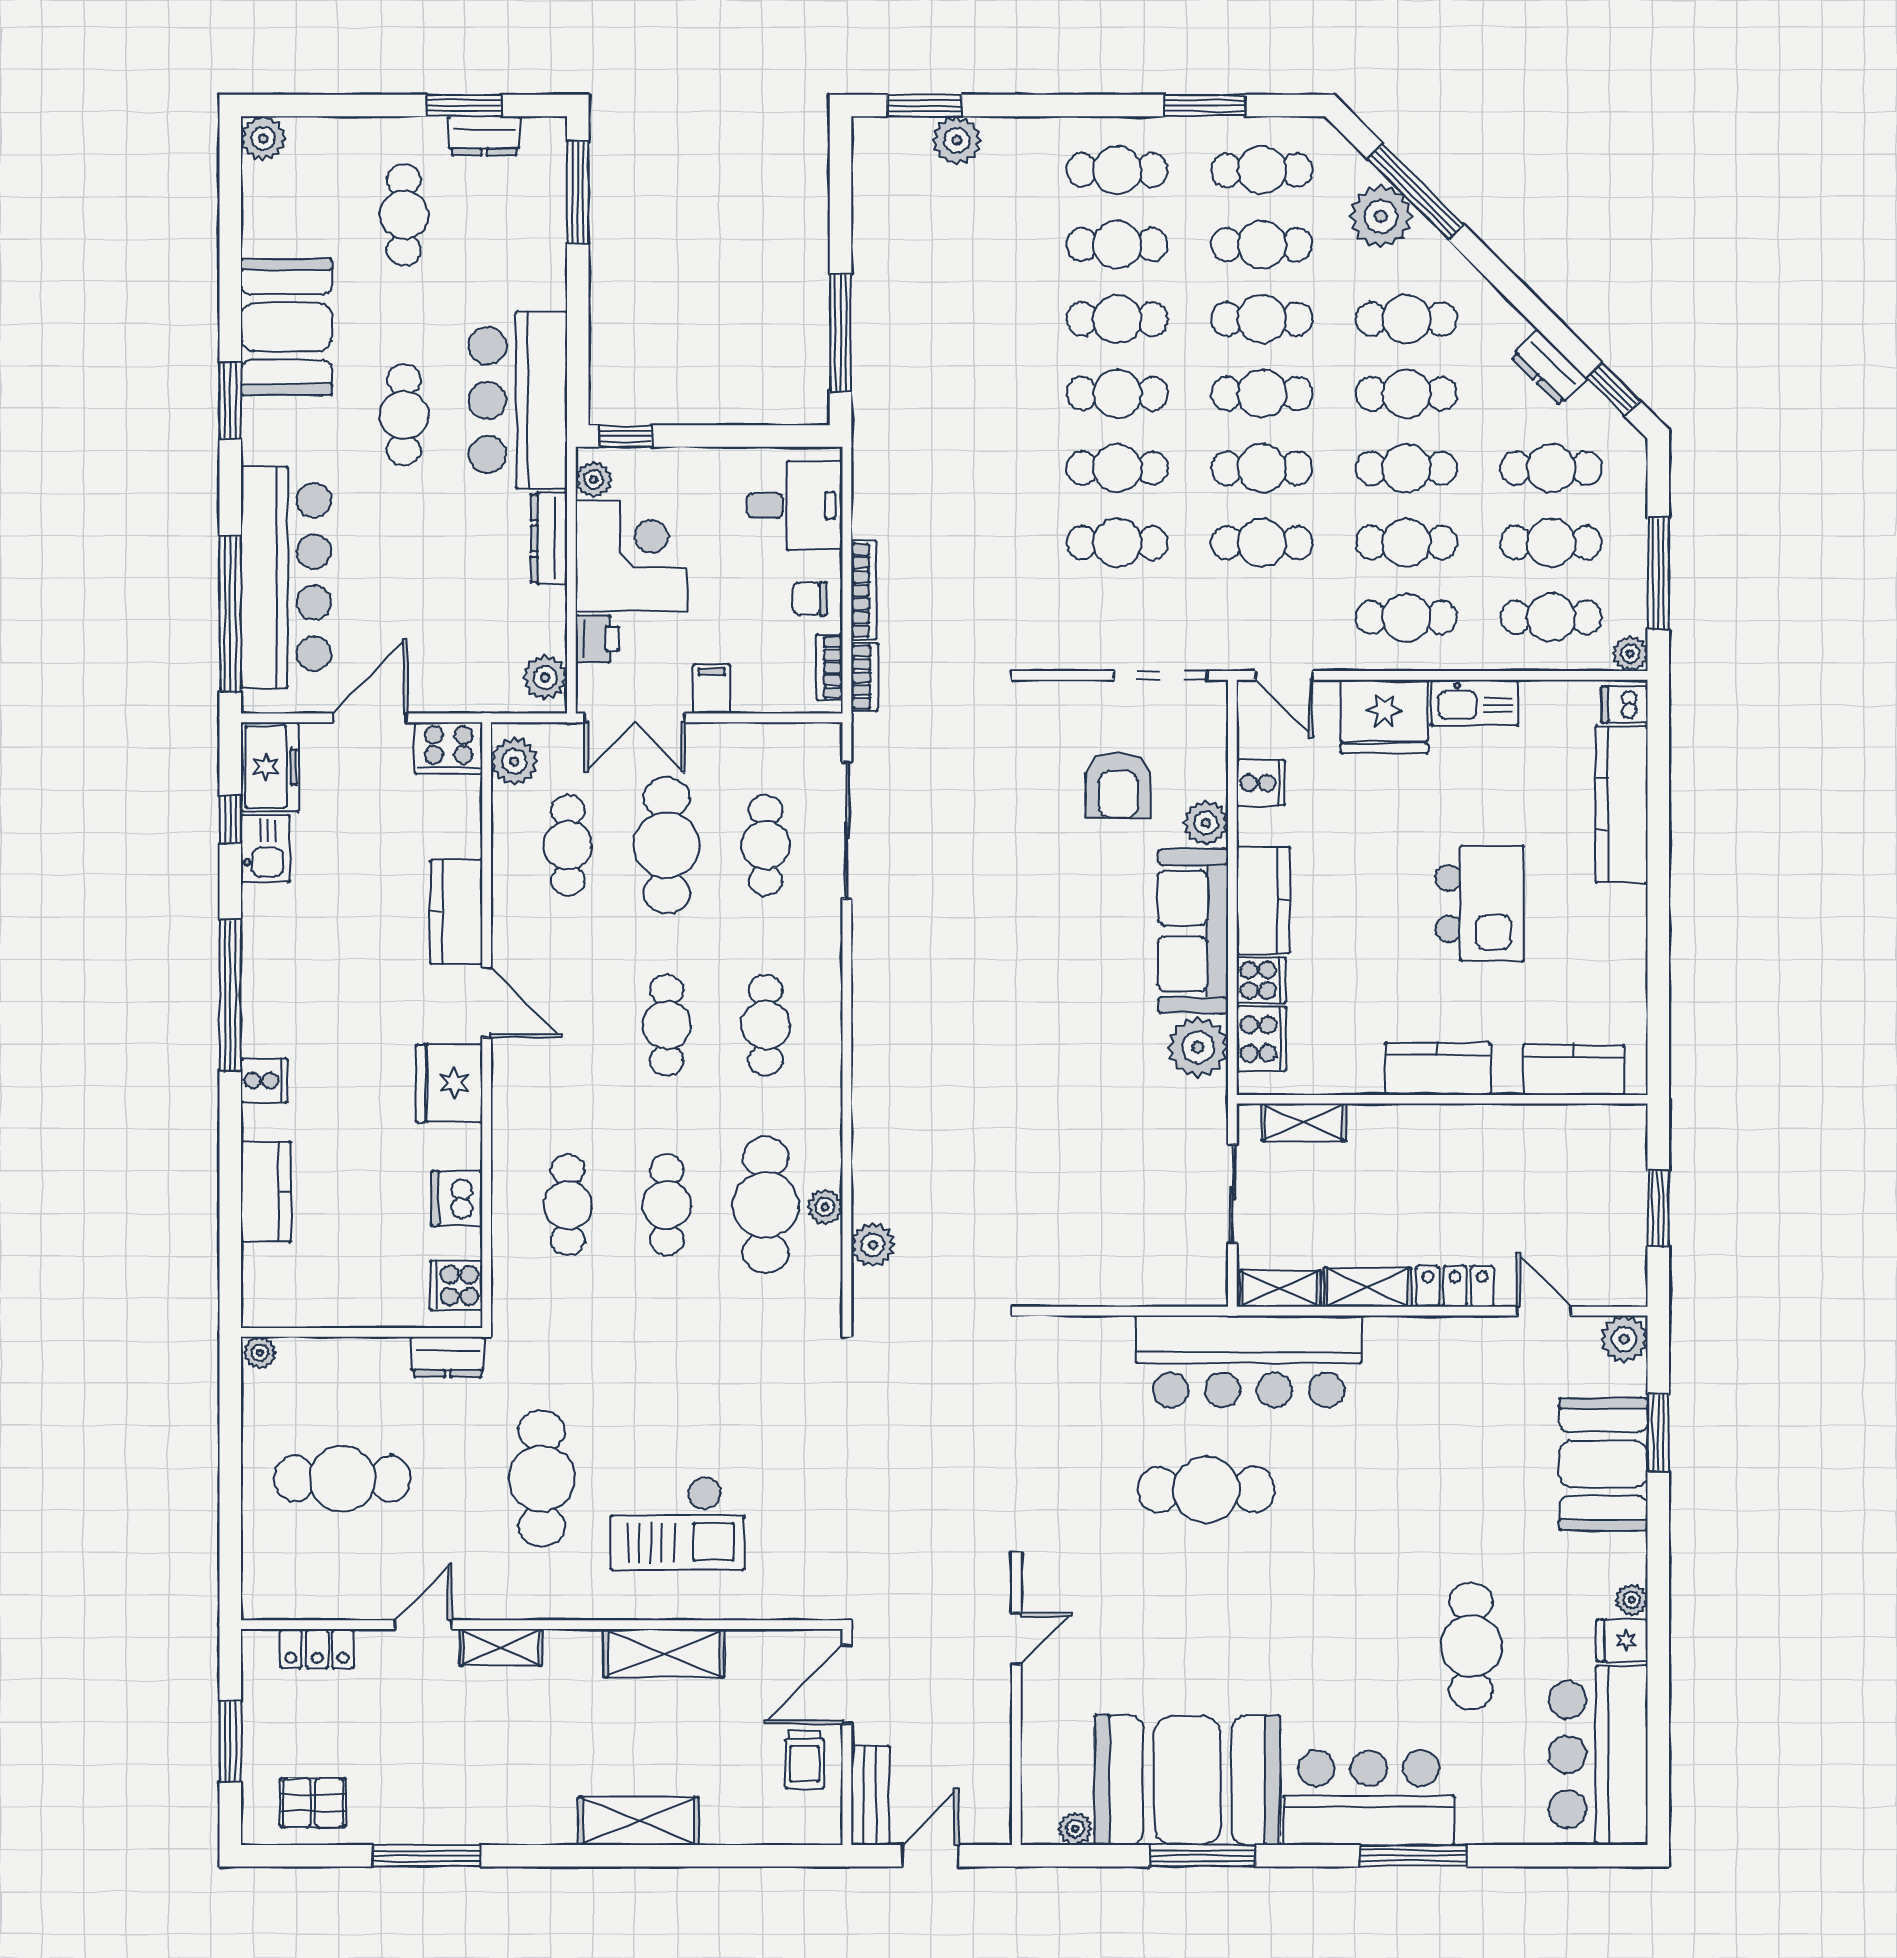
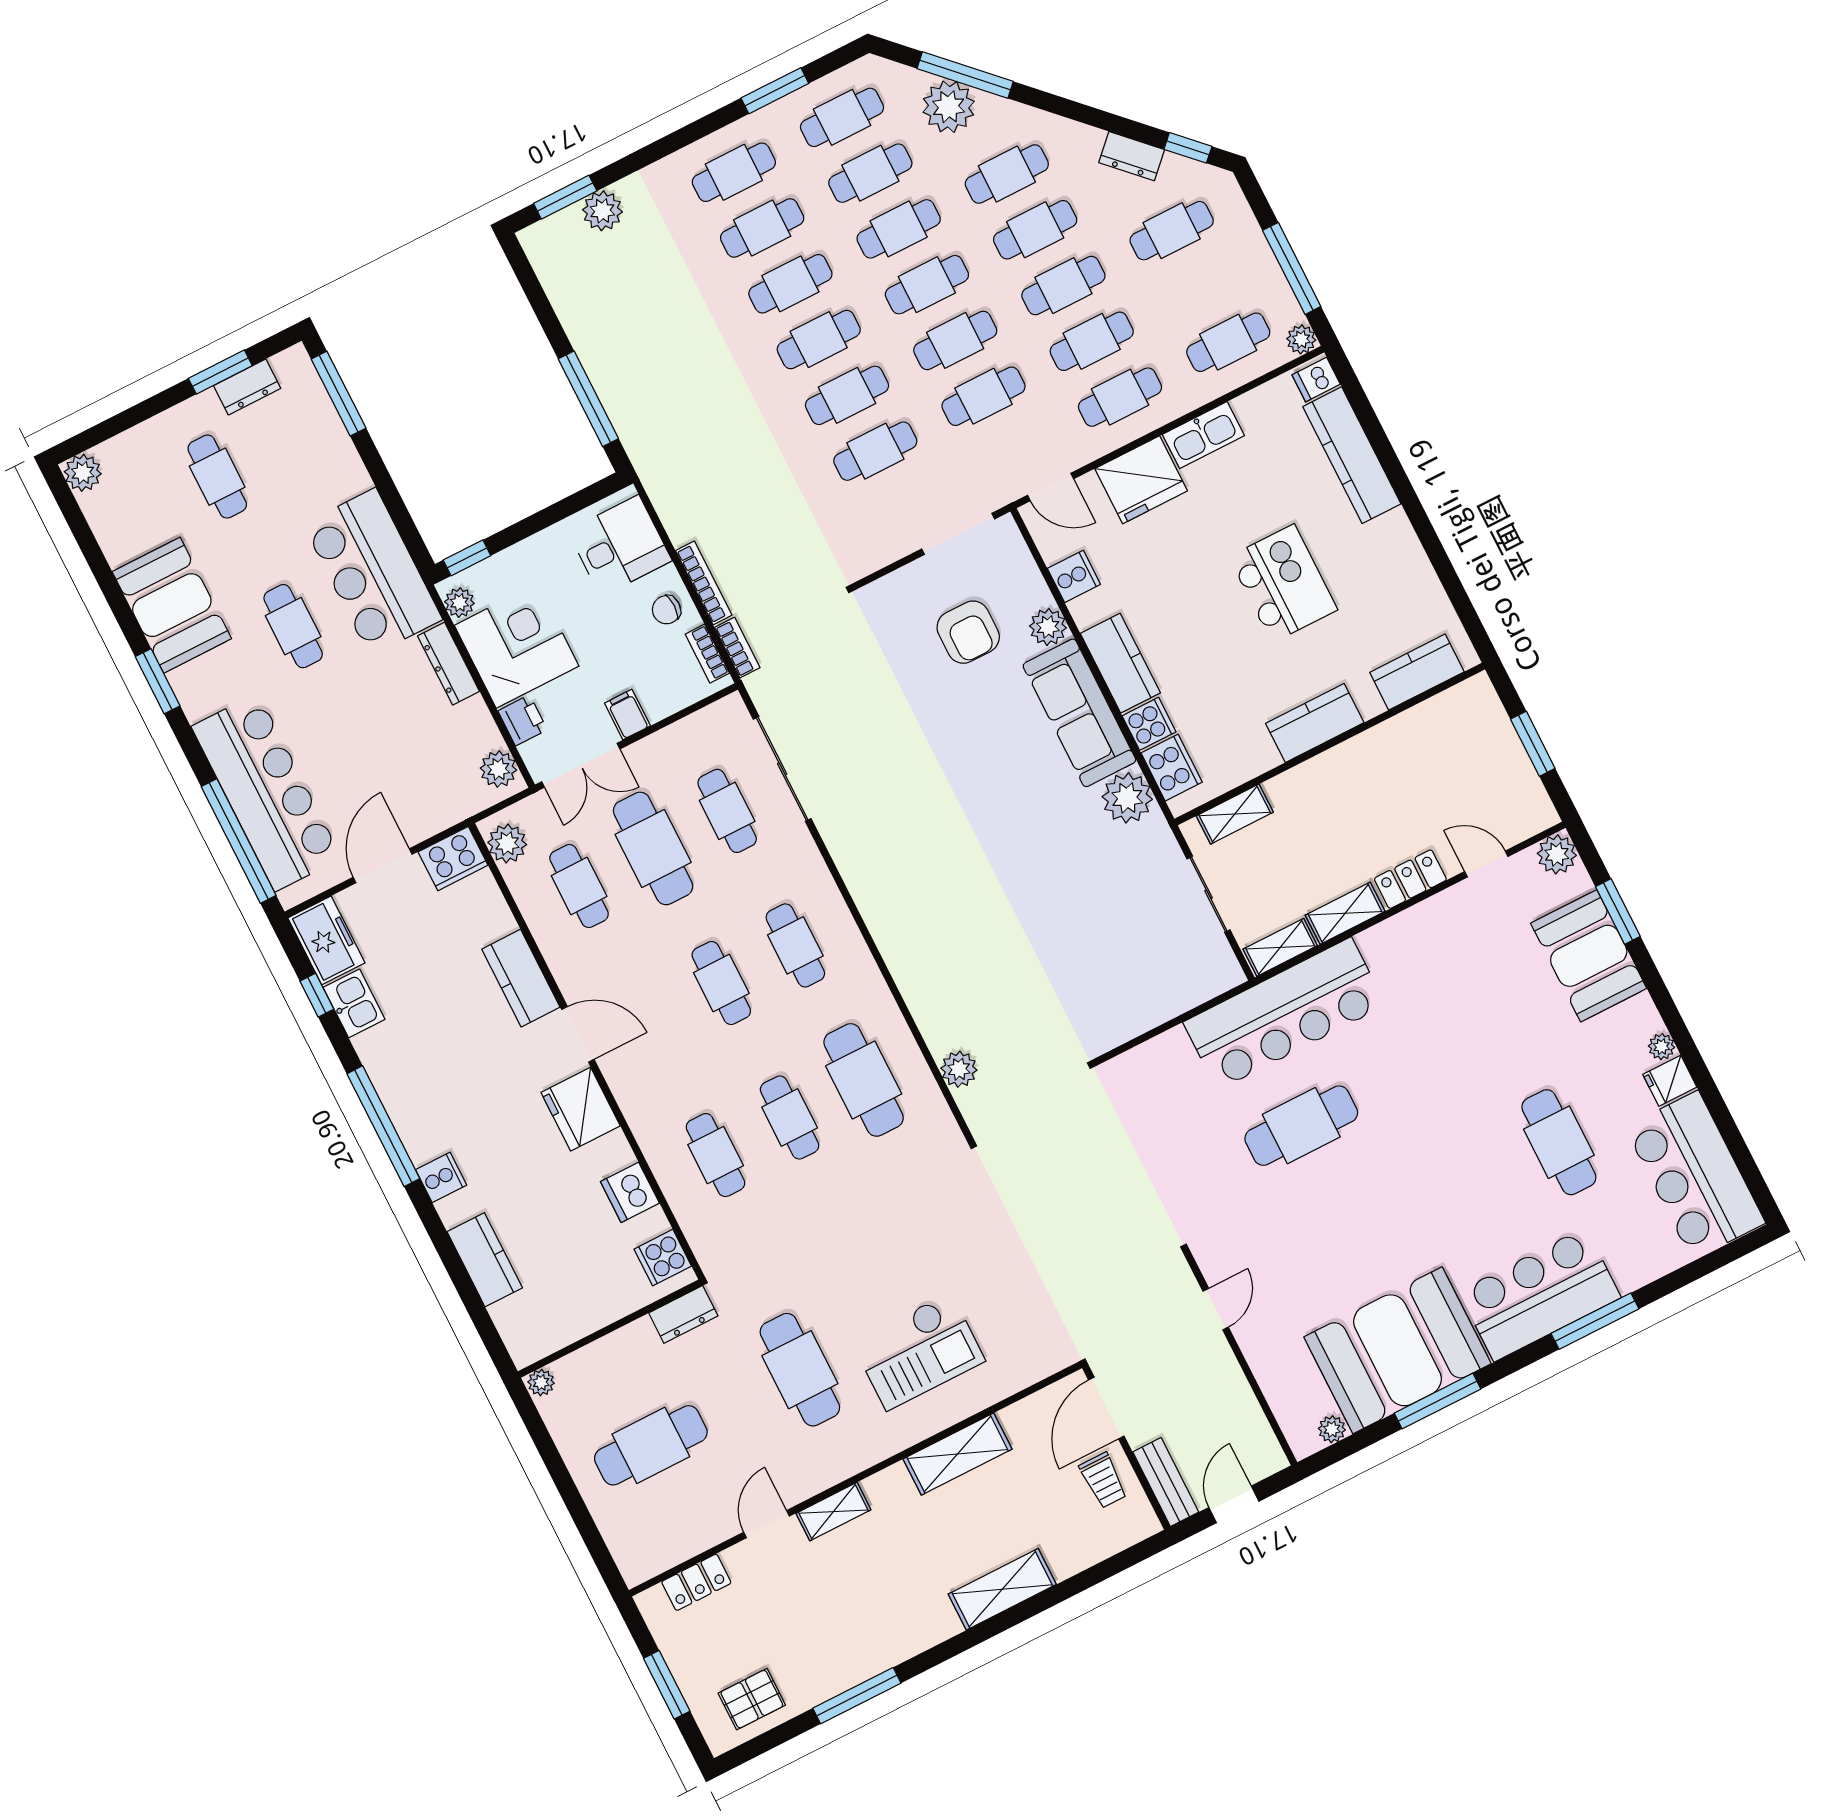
cafe table: (1551, 543) -> (1200, 286), removed
plant: (825, 1207) -> (909, 1059), removed

